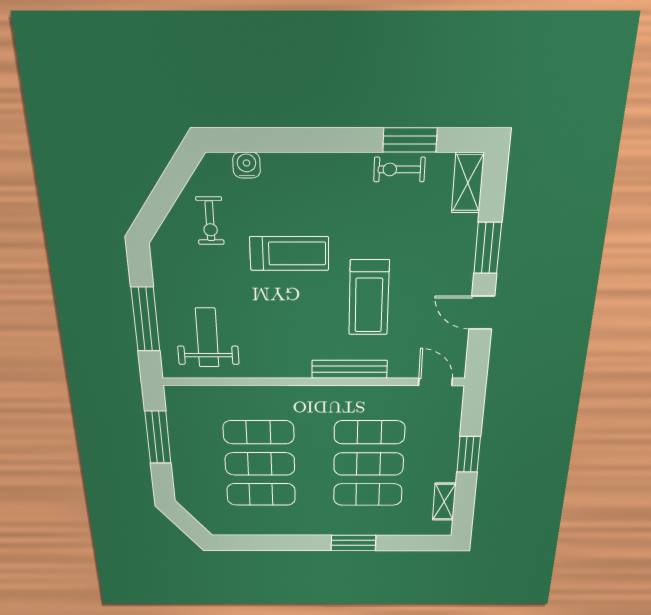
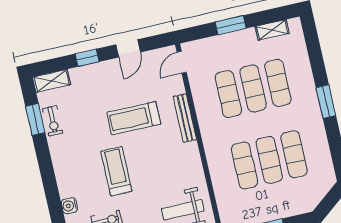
window: (488, 248) -> (87, 58), width x0.67
treadmill: (369, 298) -> (134, 118), turned 180
window: (353, 543) -> (326, 102), moved

